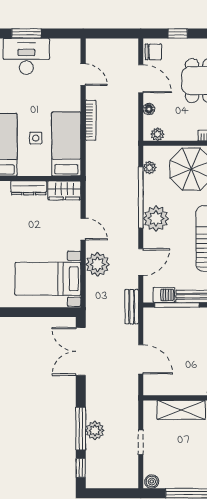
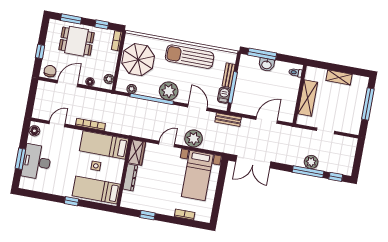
floor lamp: (68, 46) -> (34, 131), added
boiler: (152, 482) -> (355, 128), removed

